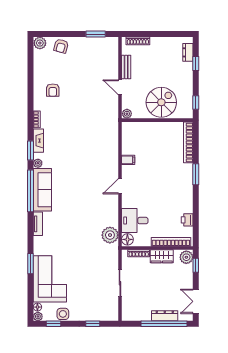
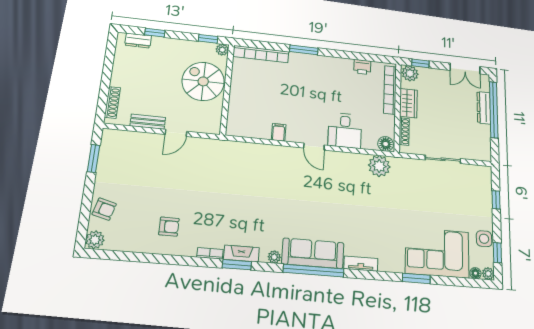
plant: (127, 114) -> (222, 50), moved
window: (31, 150) -> (237, 265), moved
desk: (135, 221) -> (345, 130), moved

